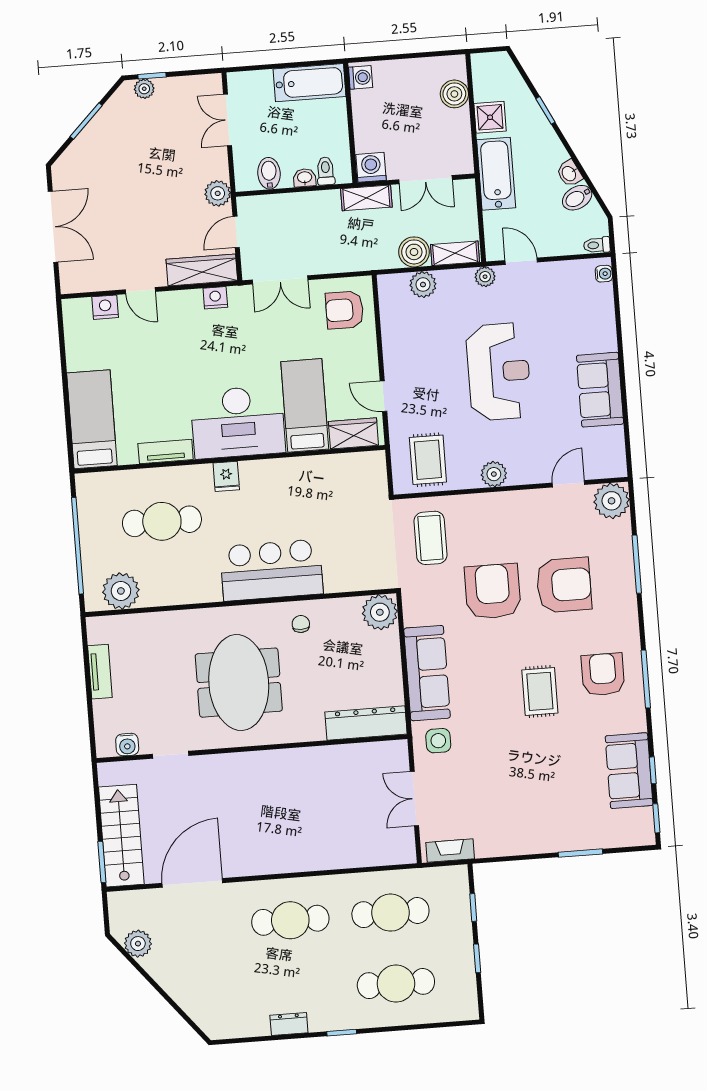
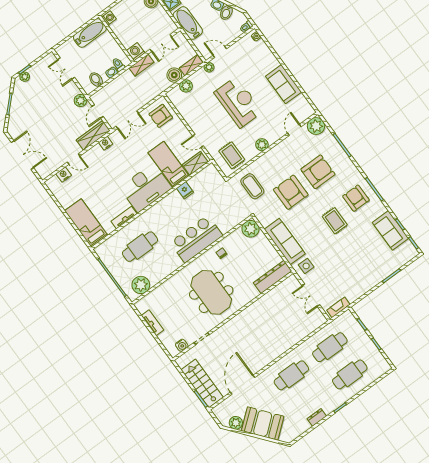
fridge: (226, 476) -> (185, 190), moved
booth: (185, 975) -> (263, 424), added

